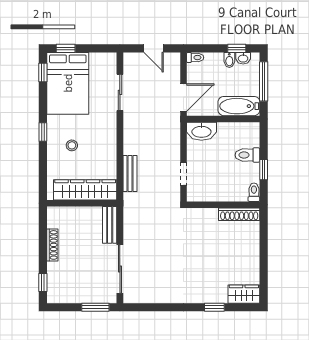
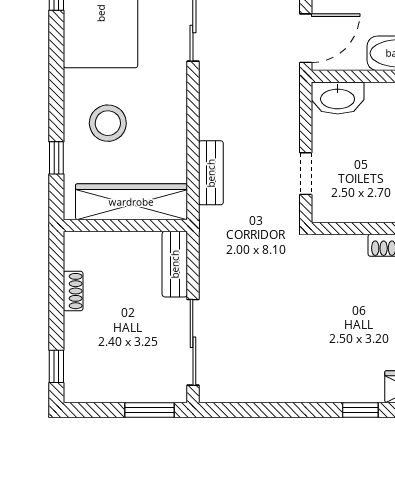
window: (43, 132) -> (56, 158), moved
stool: (72, 145) -> (108, 123), width x1.89, depth x1.89
shoe rack: (52, 245) -> (73, 291), width x0.70

